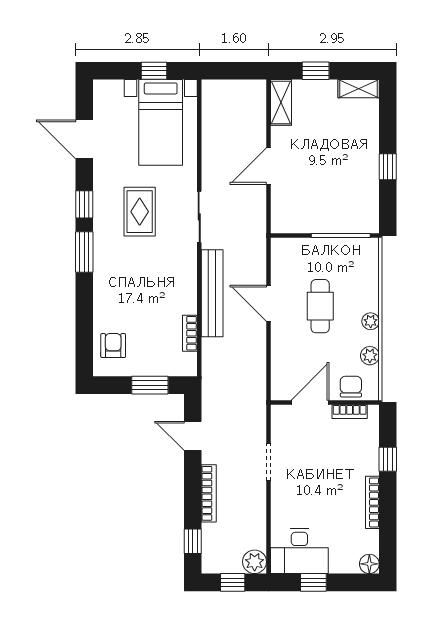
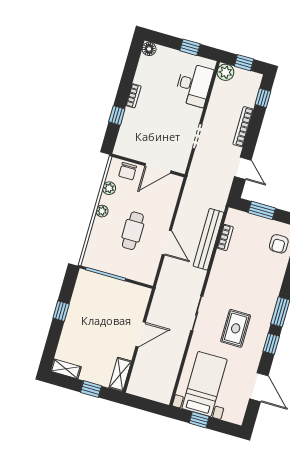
bench: (212, 293) -> (209, 239), moved
bookcase: (350, 412) -> (133, 155), removed
bookcase: (372, 502) -> (134, 96), width x0.64
desk: (299, 551) -> (194, 85), moved, turned 90

